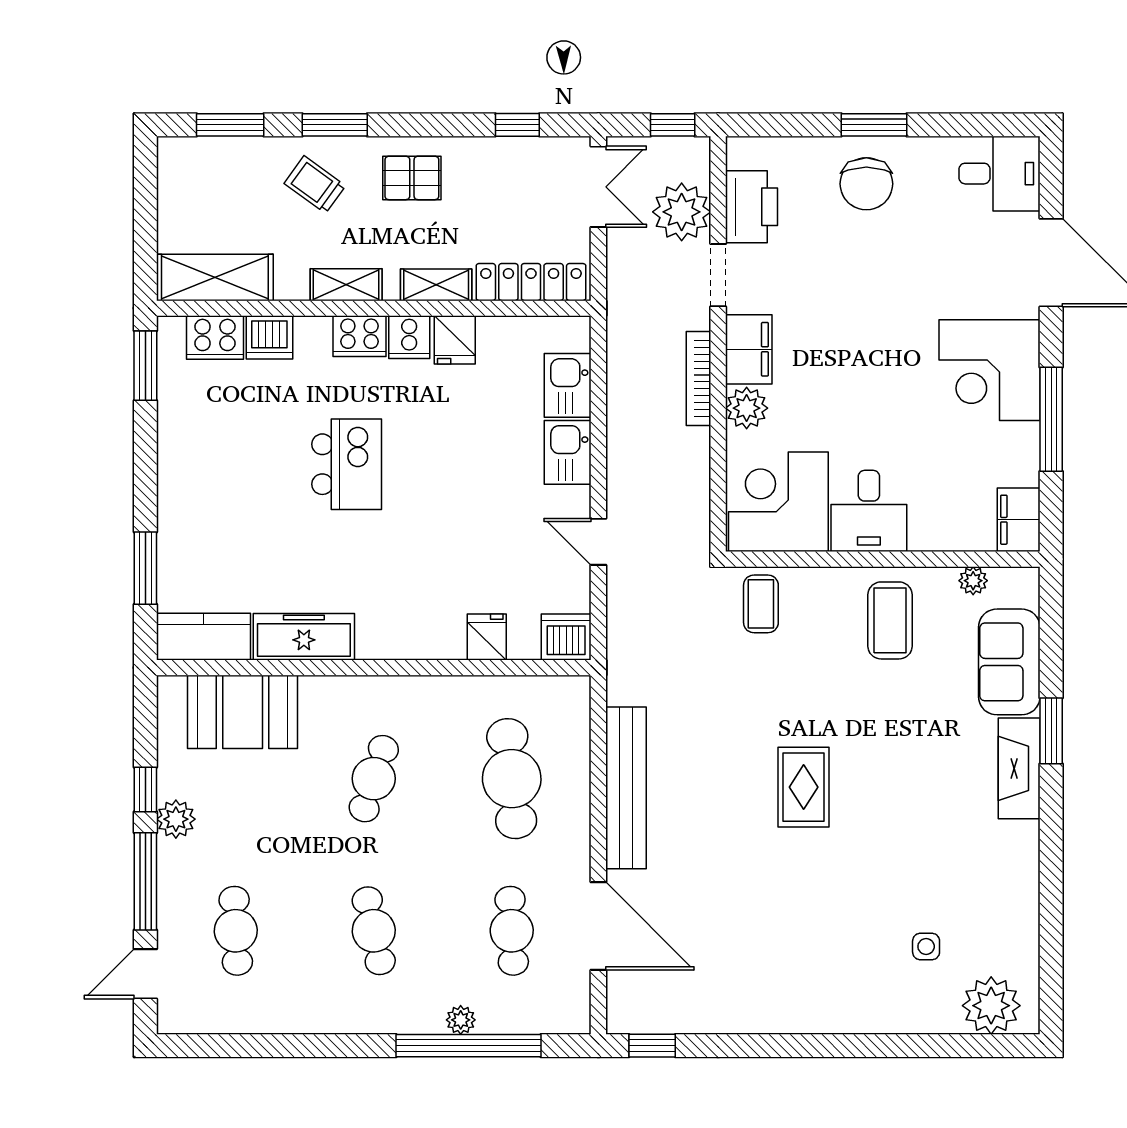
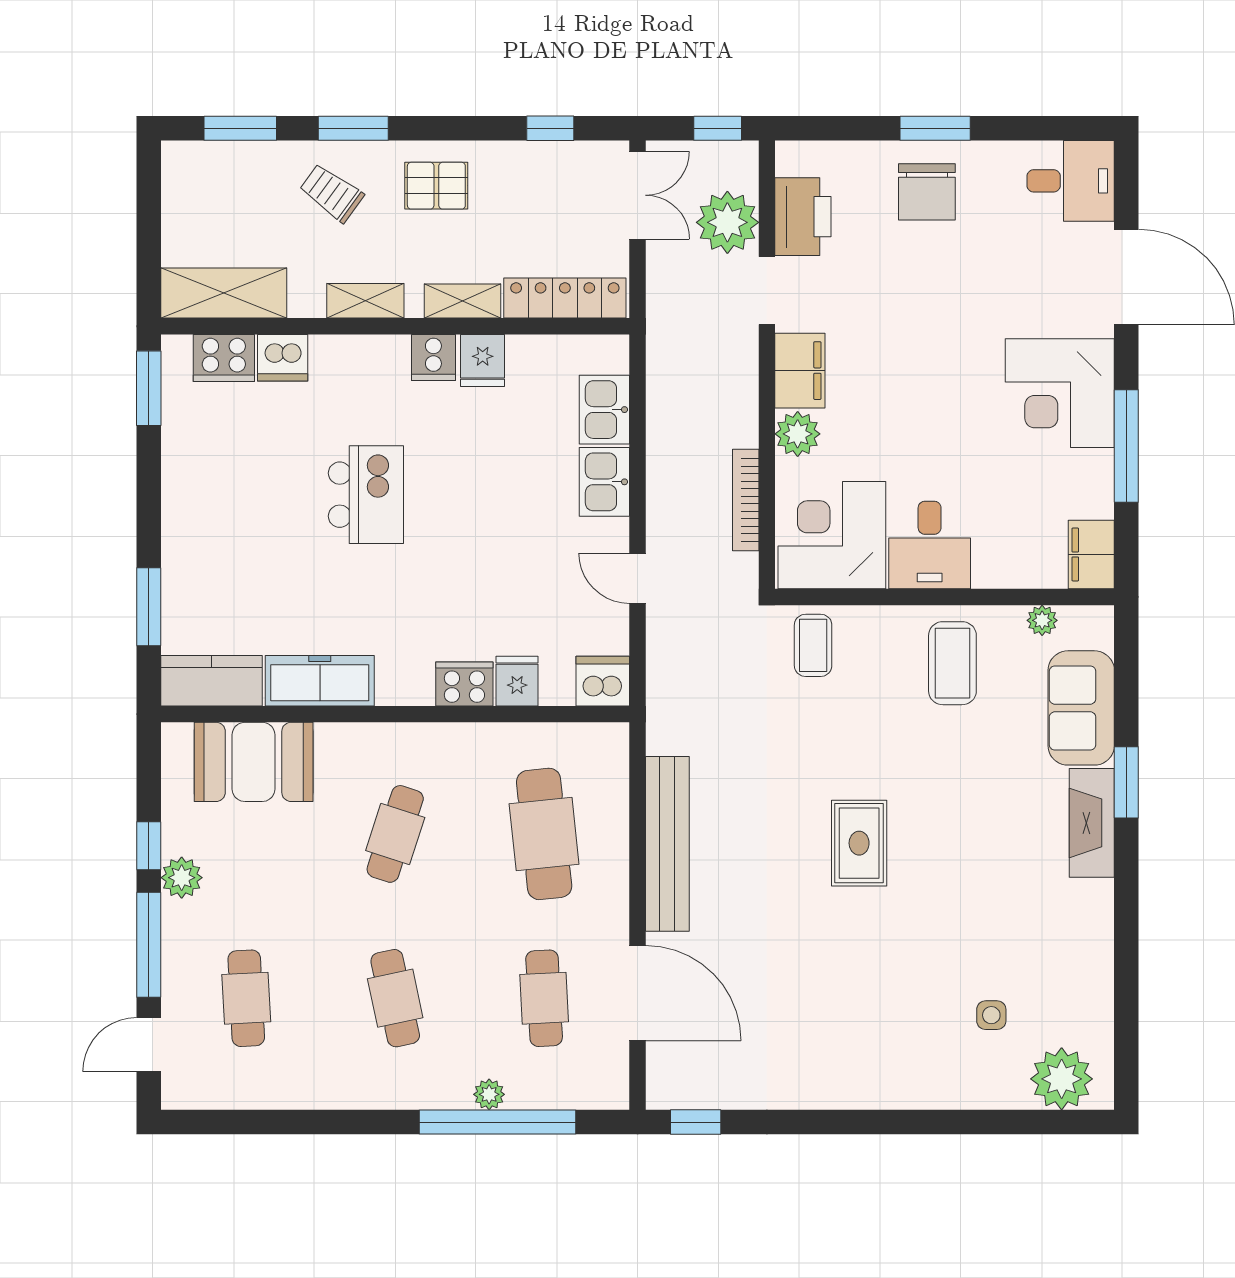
cooker: (359, 336) -> (464, 684), moved, turned 180
bookcase: (699, 378) -> (746, 500), moved

